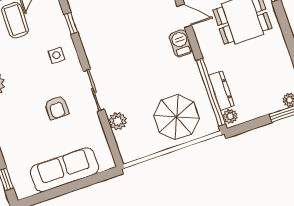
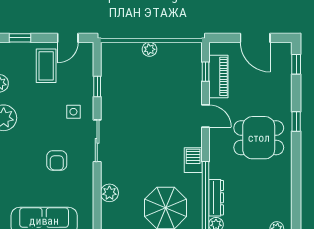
barbecue: (181, 43) -> (193, 160), moved
sliding door: (94, 90) -> (97, 141), moved

